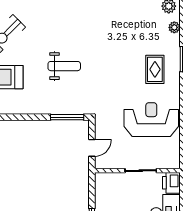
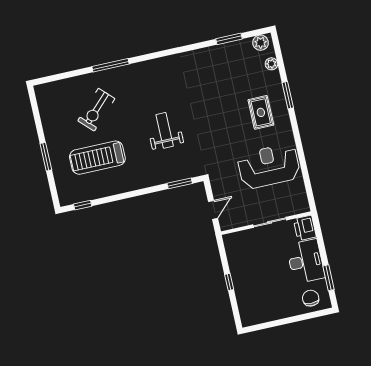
weight bench: (64, 66) -> (165, 130), turned -90
window: (67, 117) -> (180, 183), width x0.69

